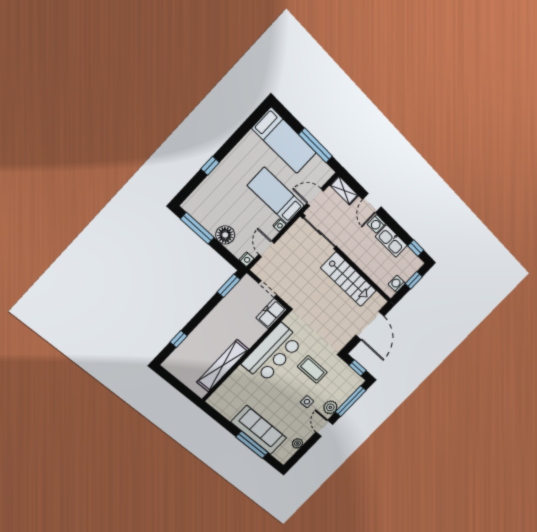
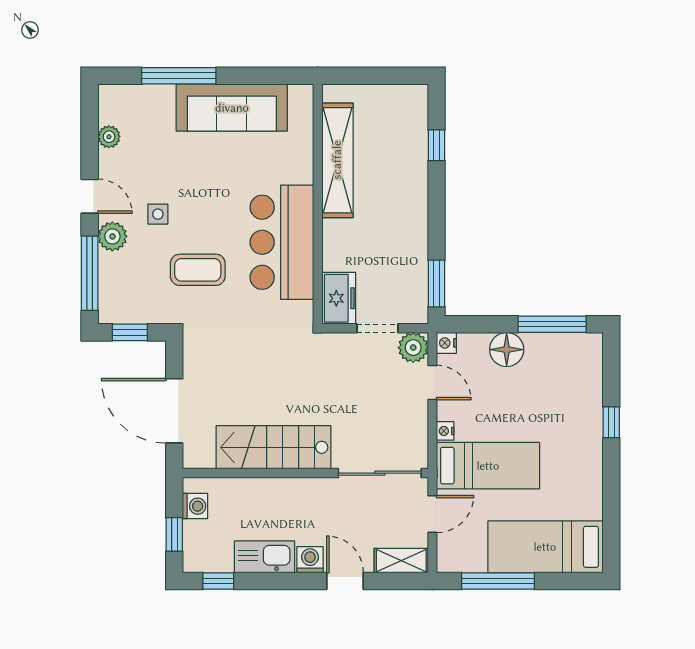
plant: (261, 269) -> (413, 348), added
sofa: (259, 430) -> (232, 108), moved

